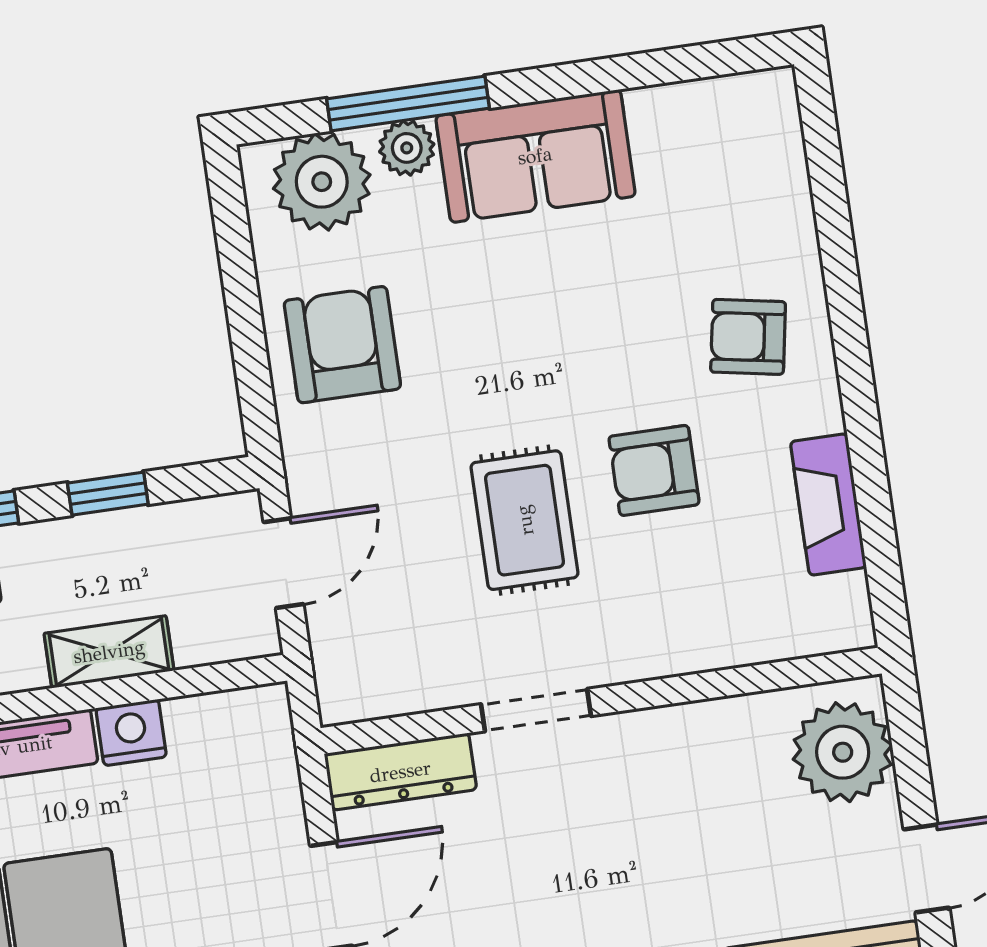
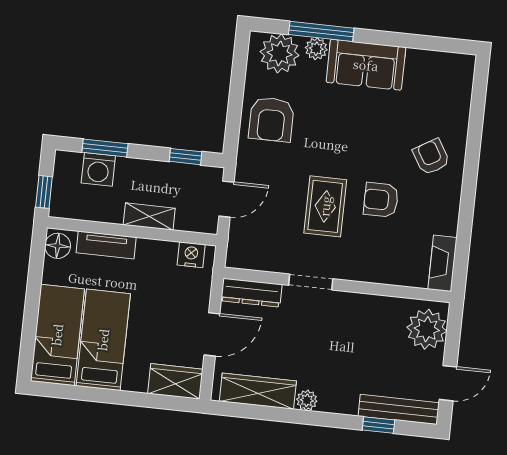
armchair: (748, 337) -> (431, 157), turned 49
armchair: (342, 345) -> (271, 119), turned 180
window: (108, 494) -> (185, 157), moved
fireplace: (828, 504) -> (442, 263), moved
nightstand: (131, 733) -> (191, 255), moved

